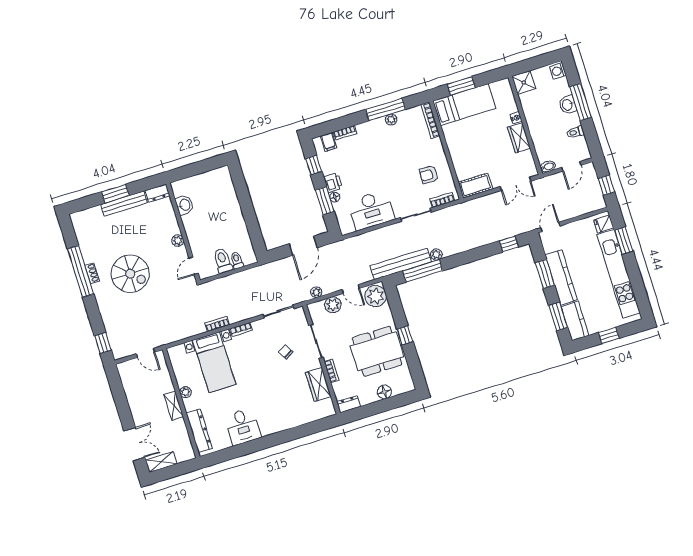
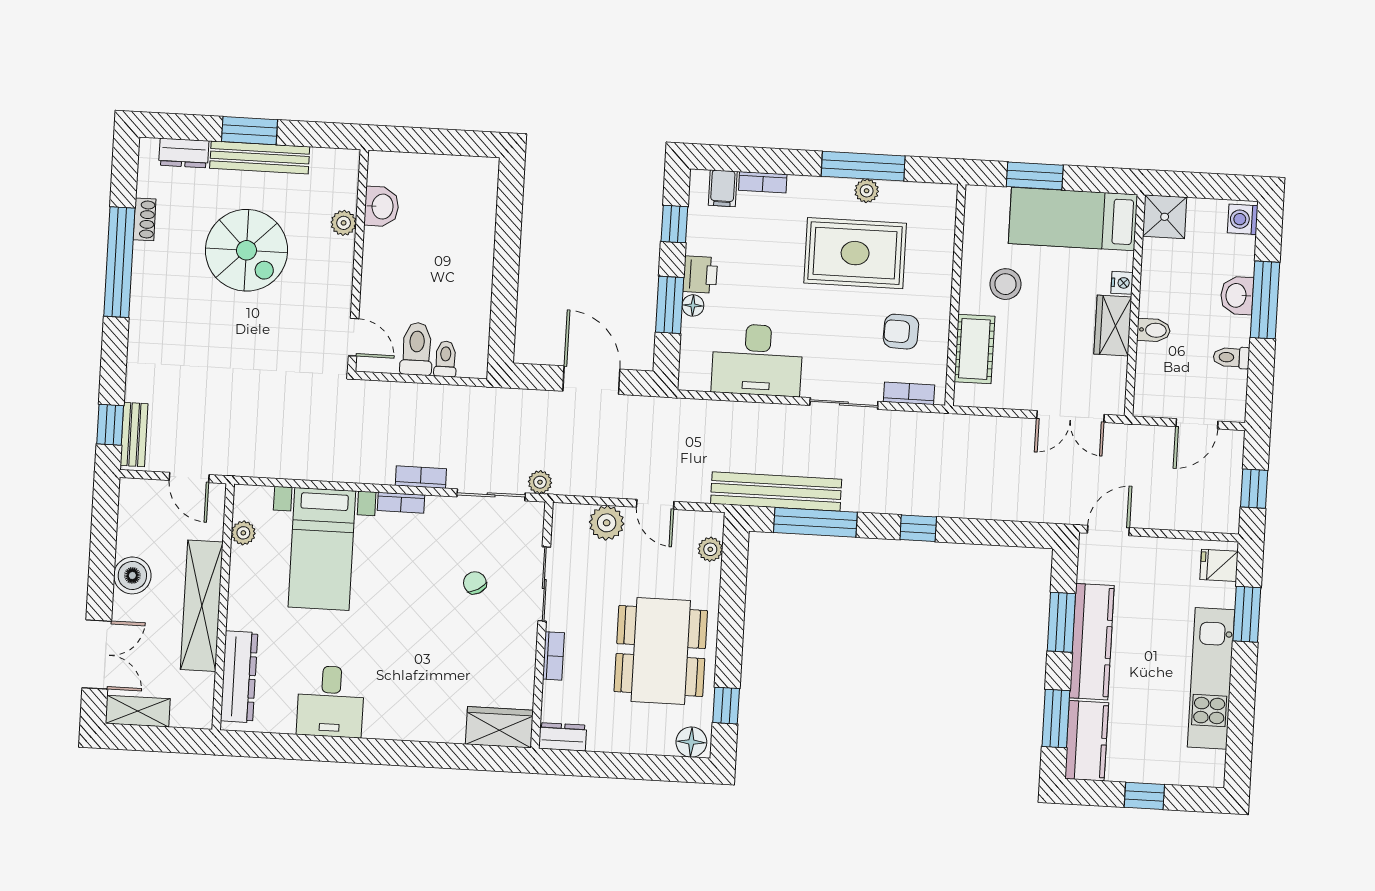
bed: (464, 105) -> (1073, 219), moved, turned 180
bookcase: (430, 120) -> (946, 222), removed
stool: (466, 137) -> (1005, 284), added
rug: (396, 148) -> (855, 253), added
bidet: (548, 167) -> (1154, 330), moved
cot: (475, 186) -> (974, 349), moved, turned 90
dresser: (157, 193) -> (184, 153), moved
plant: (178, 241) -> (344, 223), moved
window: (509, 244) -> (918, 528), moved
door: (303, 246) -> (591, 380), swing flipped
plant: (436, 255) -> (855, 500), removed
door: (194, 266) -> (354, 337), swing flipped
shoe rack: (92, 273) -> (145, 219), moved
spiral stairs: (130, 274) -> (246, 250), moved
kitchen unit: (619, 274) -> (1211, 678), width x0.73
plant: (316, 292) -> (540, 482), moved
plant: (376, 296) -> (710, 549), width x0.53, depth x0.53
bookcase: (217, 324) -> (421, 477), moved
window: (405, 335) -> (726, 706), moved
bench: (115, 343) -> (134, 435), added
dining table: (377, 351) -> (661, 651), turned 90
wardrobe: (318, 385) -> (499, 727), moved, turned 90
plant: (185, 392) -> (243, 533), moved
floor lamp: (384, 392) -> (691, 742), moved
boiler: (137, 404) -> (132, 575), added
shelving: (174, 406) -> (202, 606), width x2.20, depth x1.33

